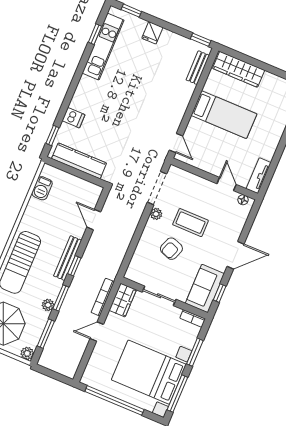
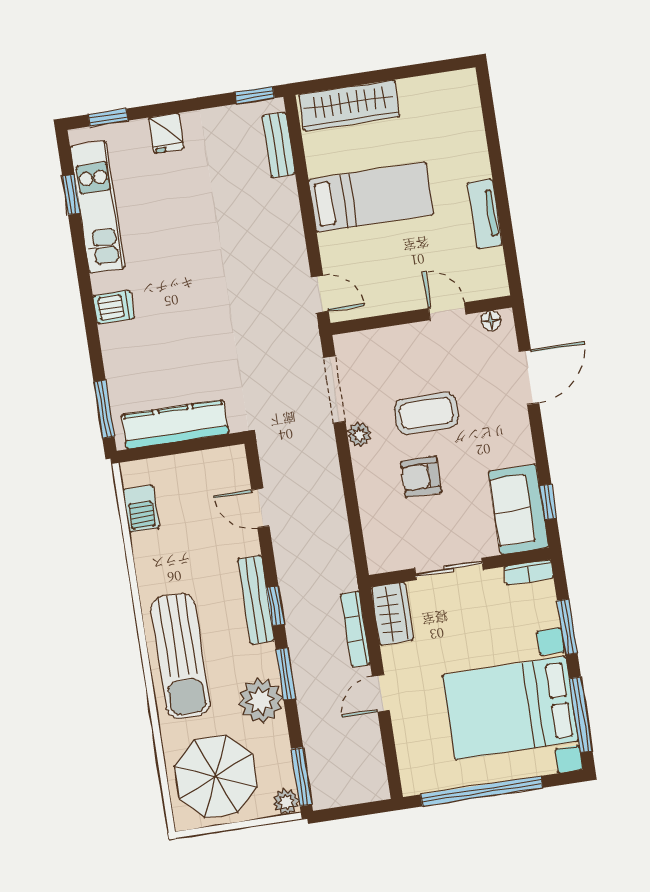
dishwasher: (74, 118) -> (113, 307), moved
window: (52, 136) -> (104, 409), width x1.50
tv unit: (259, 176) -> (485, 214), moved
armchair: (171, 249) -> (421, 477), turned 69
door: (236, 255) -> (529, 377), moved
plant: (48, 305) -> (261, 701), width x1.87, depth x1.87
window: (46, 334) -> (301, 777), moved

